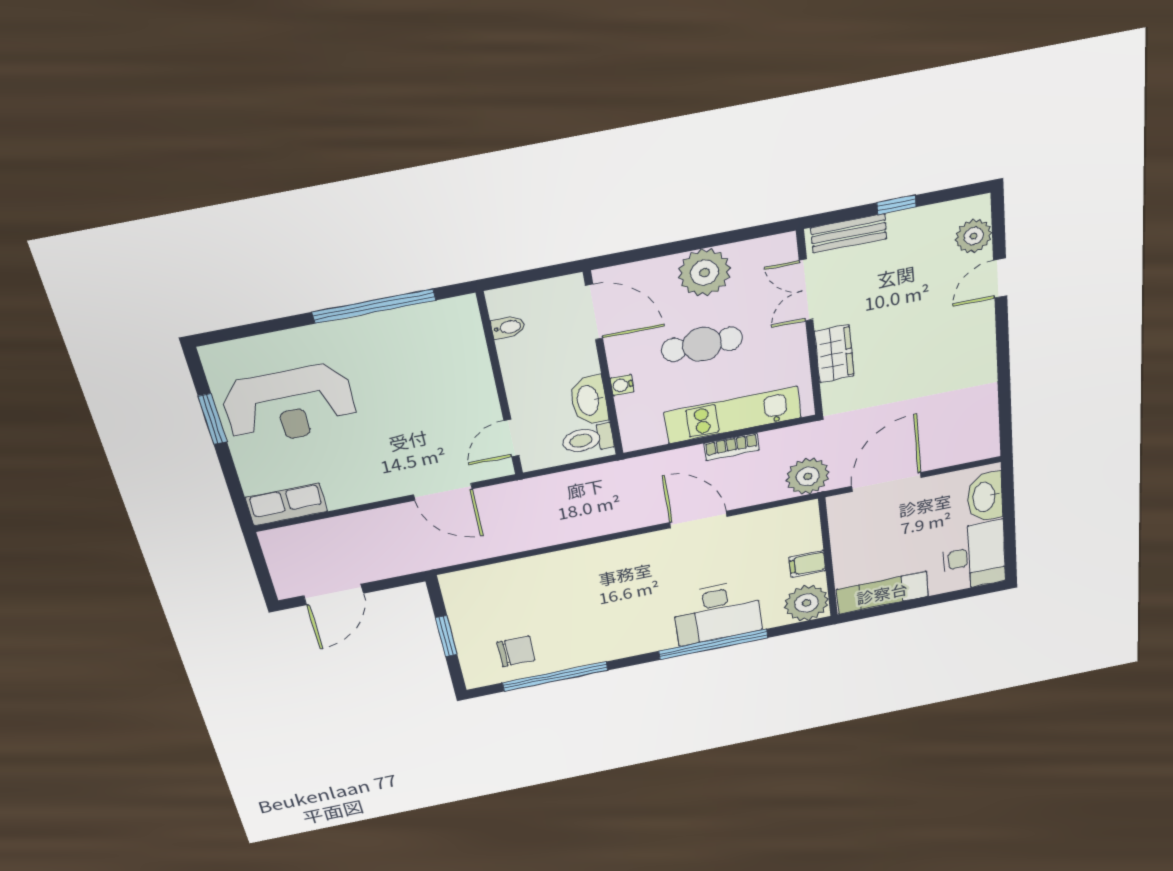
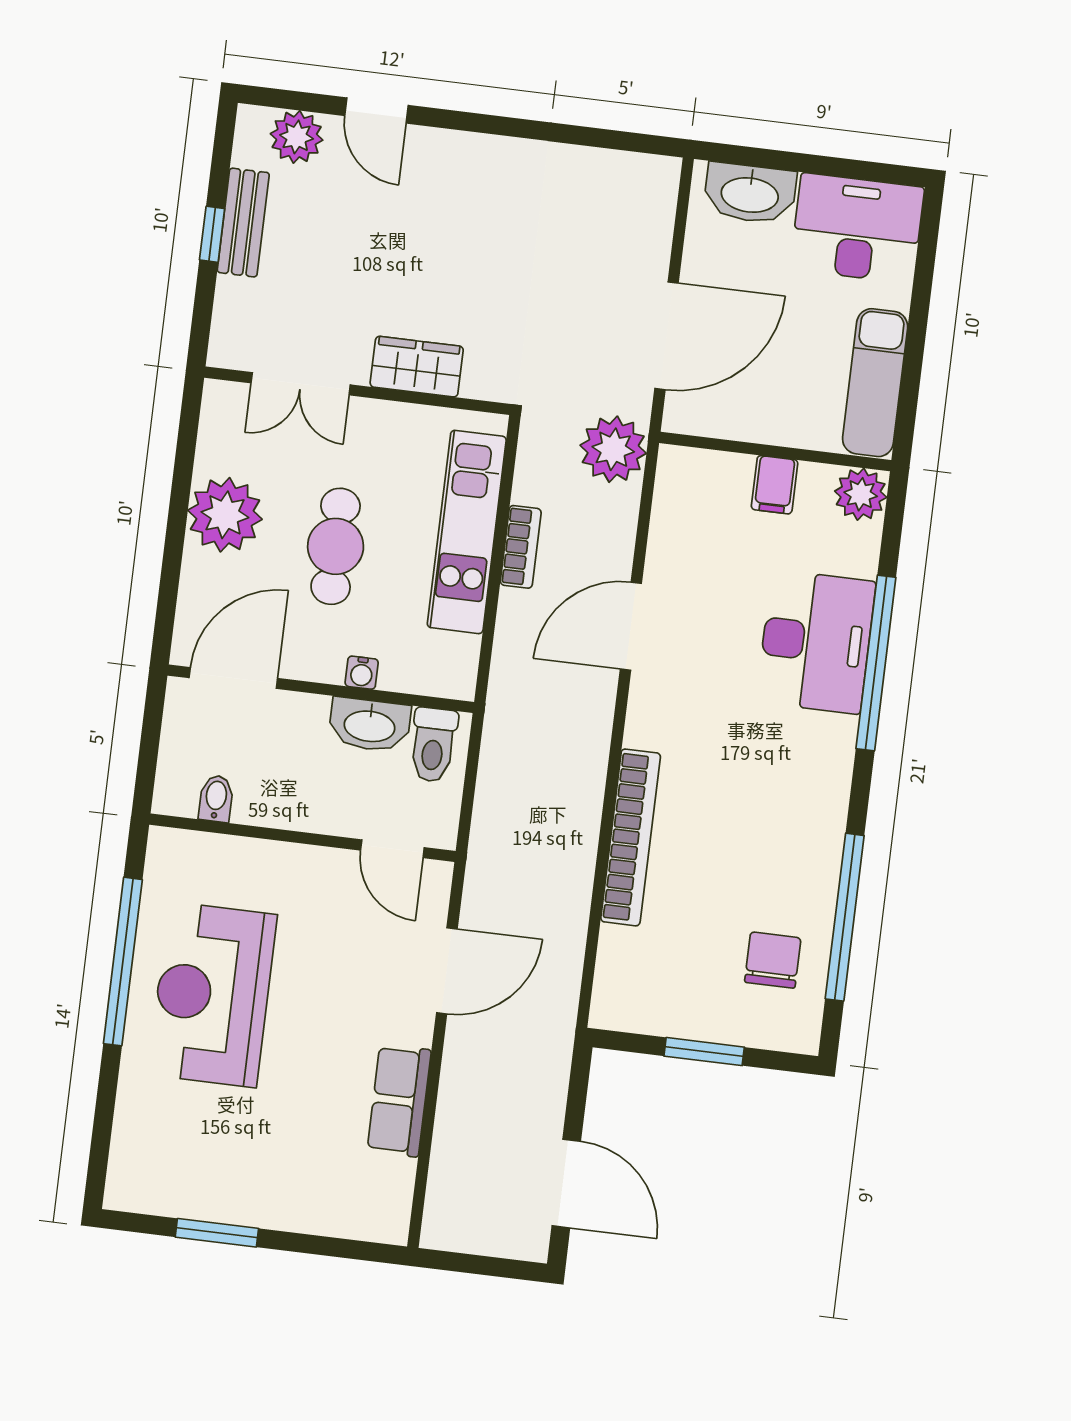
bench: (849, 233) -> (243, 223), moved
reception desk: (290, 405) -> (212, 995), moved, turned 180
door: (886, 482) -> (667, 336), swing flipped
row of seats: (286, 504) -> (399, 1101), moved
bookcase: (565, 560) -> (631, 837), added
plant: (807, 603) -> (861, 494), width x0.73, depth x0.73

